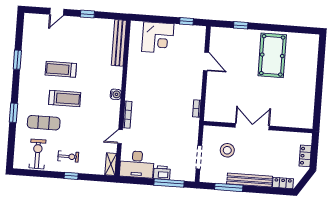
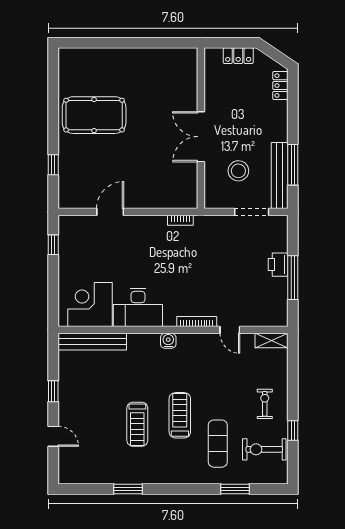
corner desk: (158, 38) -> (90, 304), moved, turned -90
window: (13, 113) -> (235, 489), moved
desk: (137, 164) -> (138, 307), moved, turned 90
window: (71, 176) -> (293, 430), moved
bench: (250, 180) -> (280, 175), moved
window: (169, 183) -> (293, 278), moved

